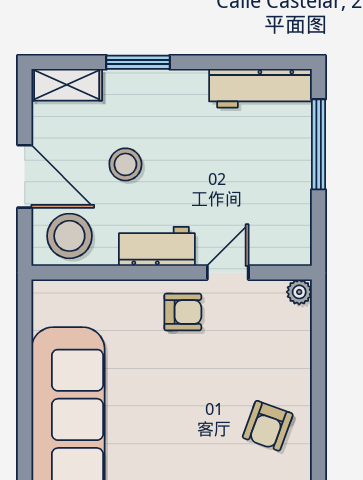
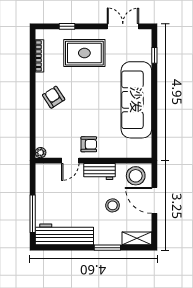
workbench: (260, 88) -> (64, 234), width x1.36, depth x1.32
armchair: (183, 312) -> (89, 144), turned 180
armchair: (268, 426) -> (54, 97), turned -53

